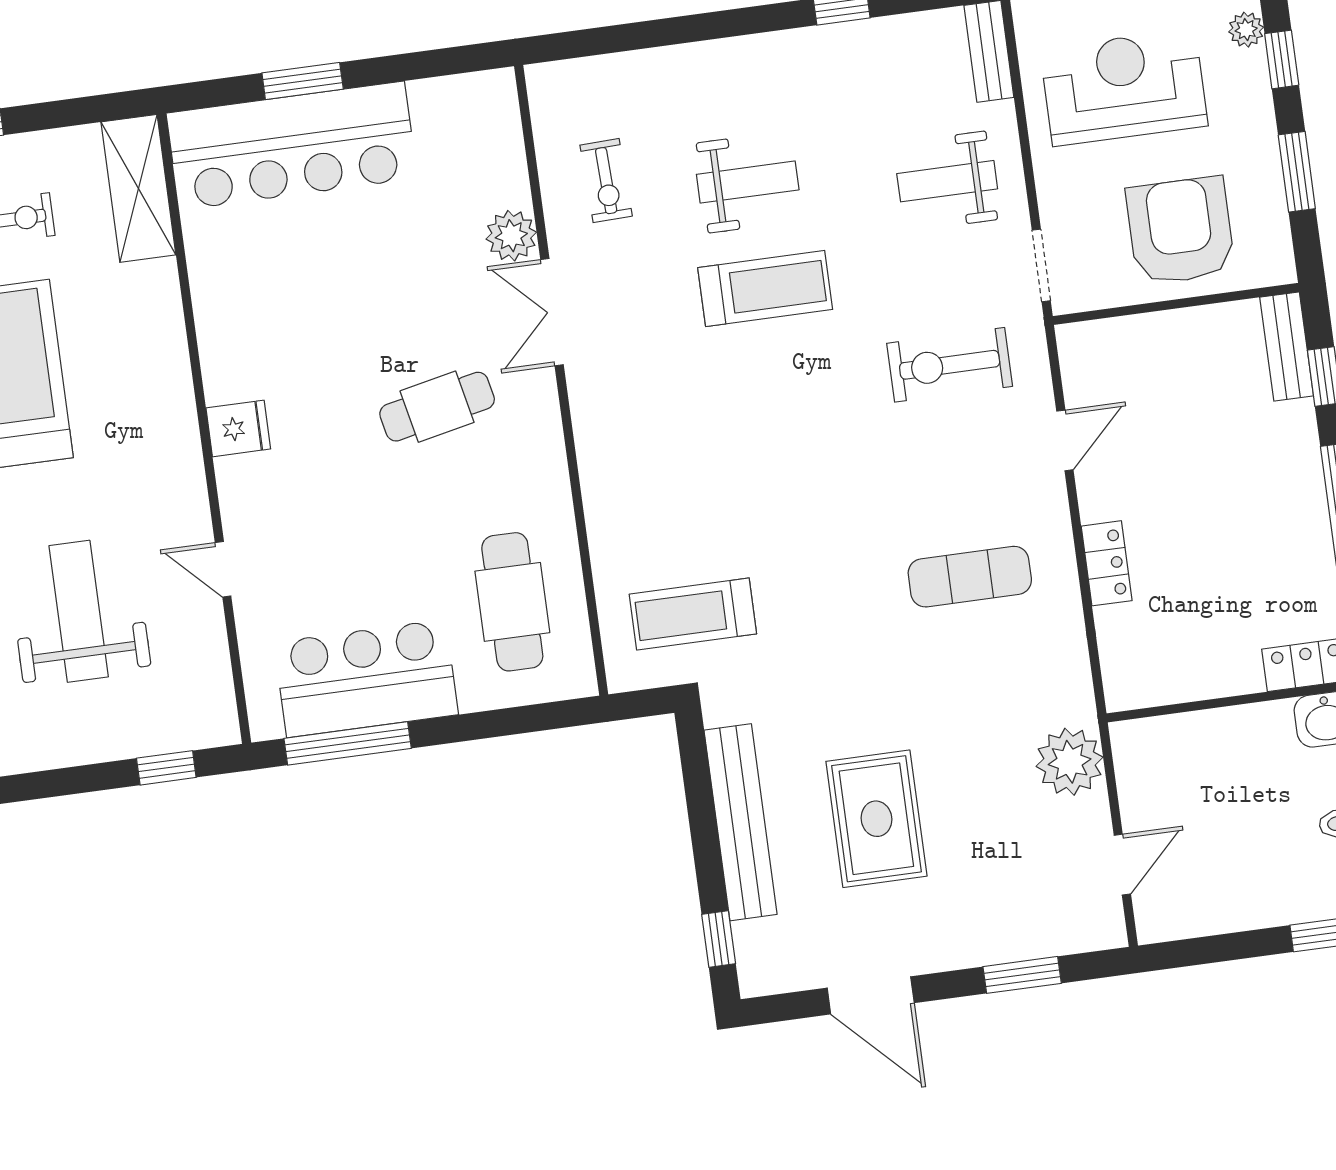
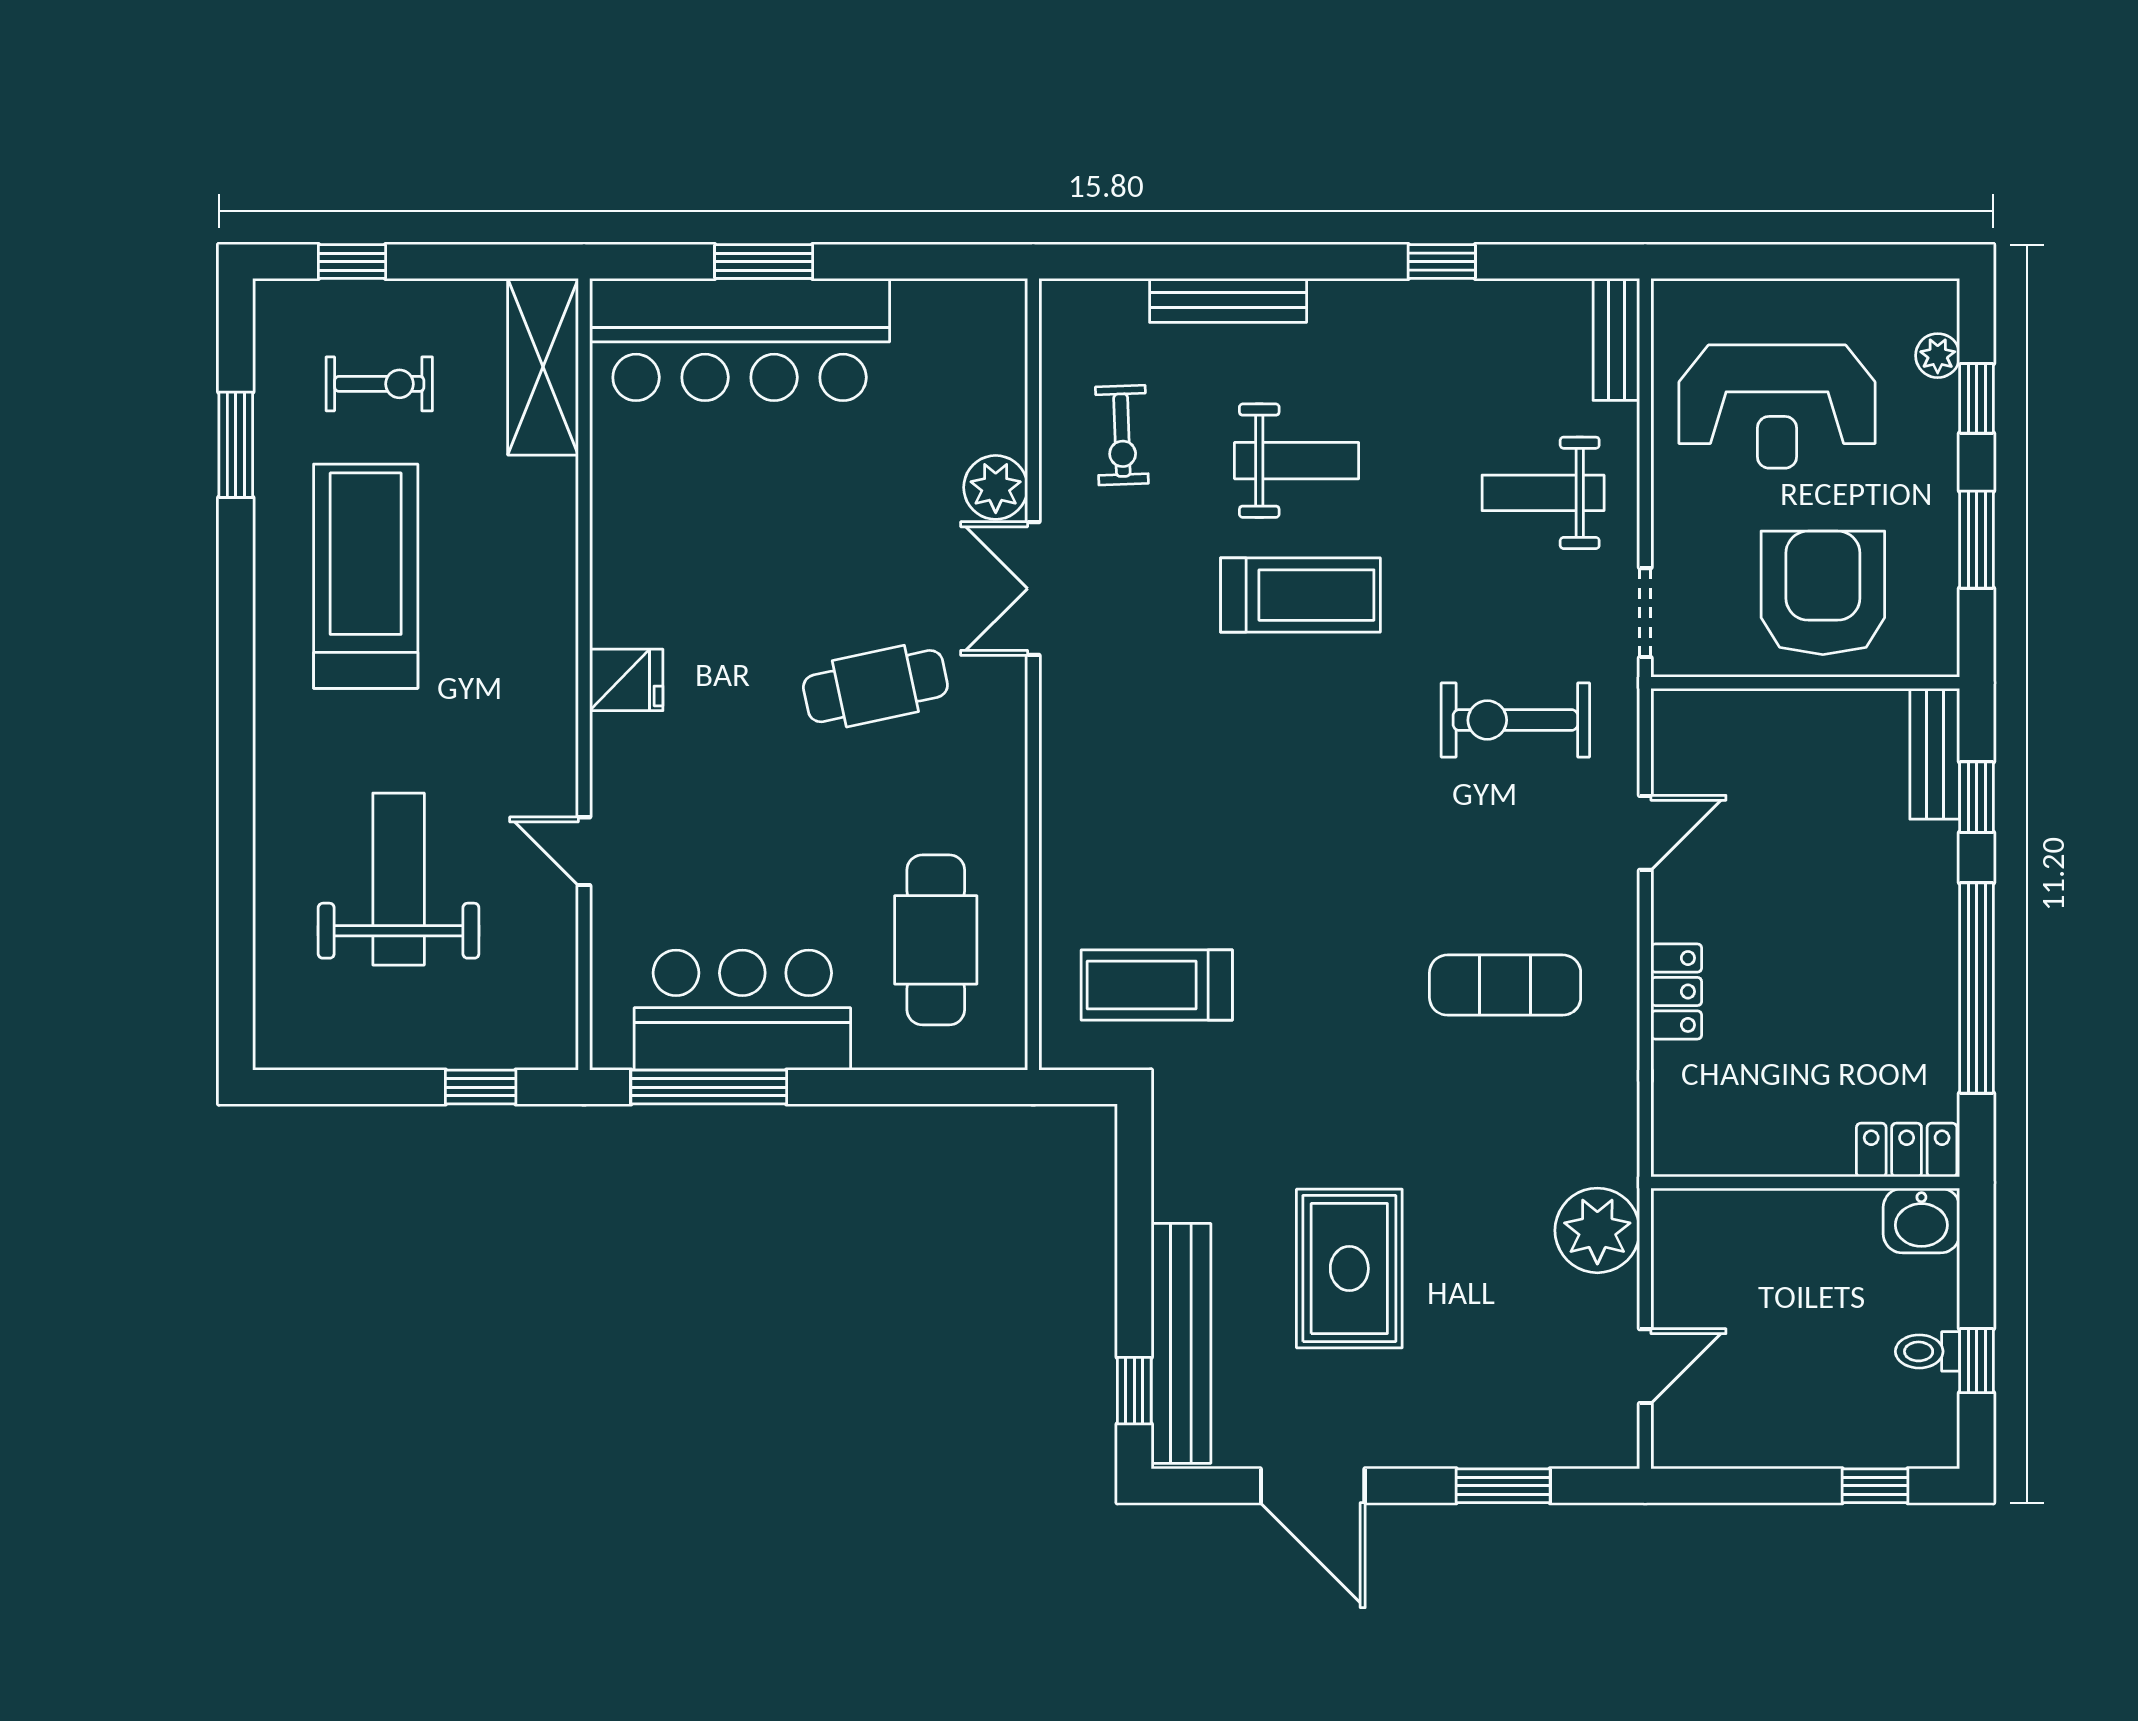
bench: (676, 62) -> (1228, 300), added
reception desk: (1124, 87) -> (1777, 407), turned 180
bench: (741, 822) -> (1181, 1343), moved

